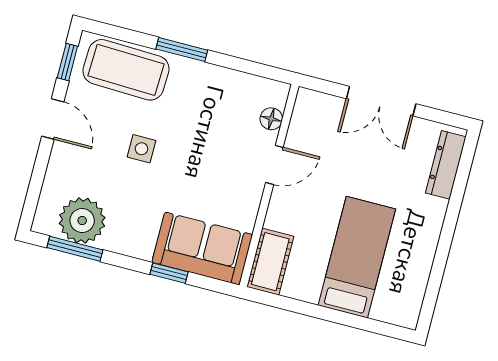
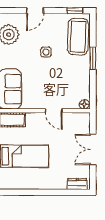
door: (53, 119) -> (35, 11), moved
floor lamp: (271, 119) -> (84, 104), moved
dresser: (446, 165) -> (77, 184), width x0.70

